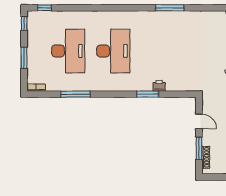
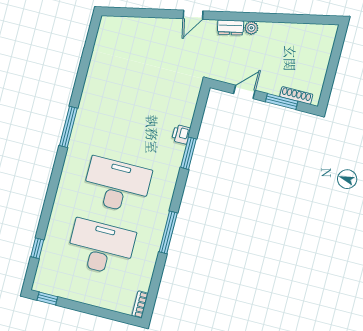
window: (44, 8) -> (37, 248), moved
window: (170, 8) -> (68, 127), moved
window: (24, 58) -> (95, 311), removed
window: (75, 94) -> (168, 232), moved

